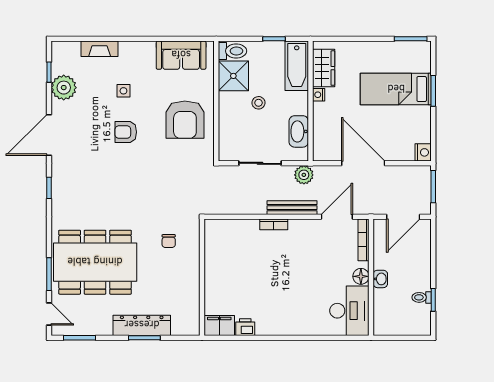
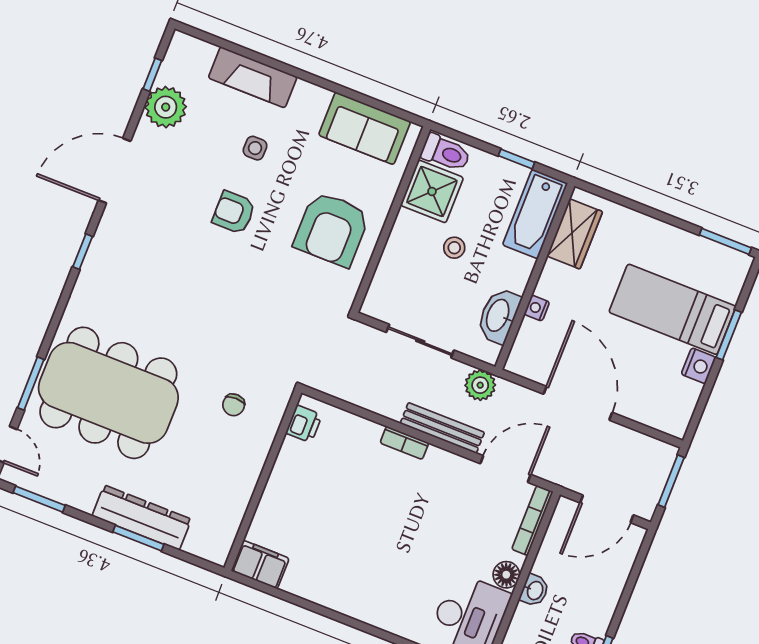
fireplace: (100, 49) -> (253, 77), width x1.37, depth x1.32
nightstand: (319, 95) -> (537, 308), moved
nightstand: (423, 152) -> (698, 366), moved
printer: (245, 327) -> (304, 424), moved, turned 90

